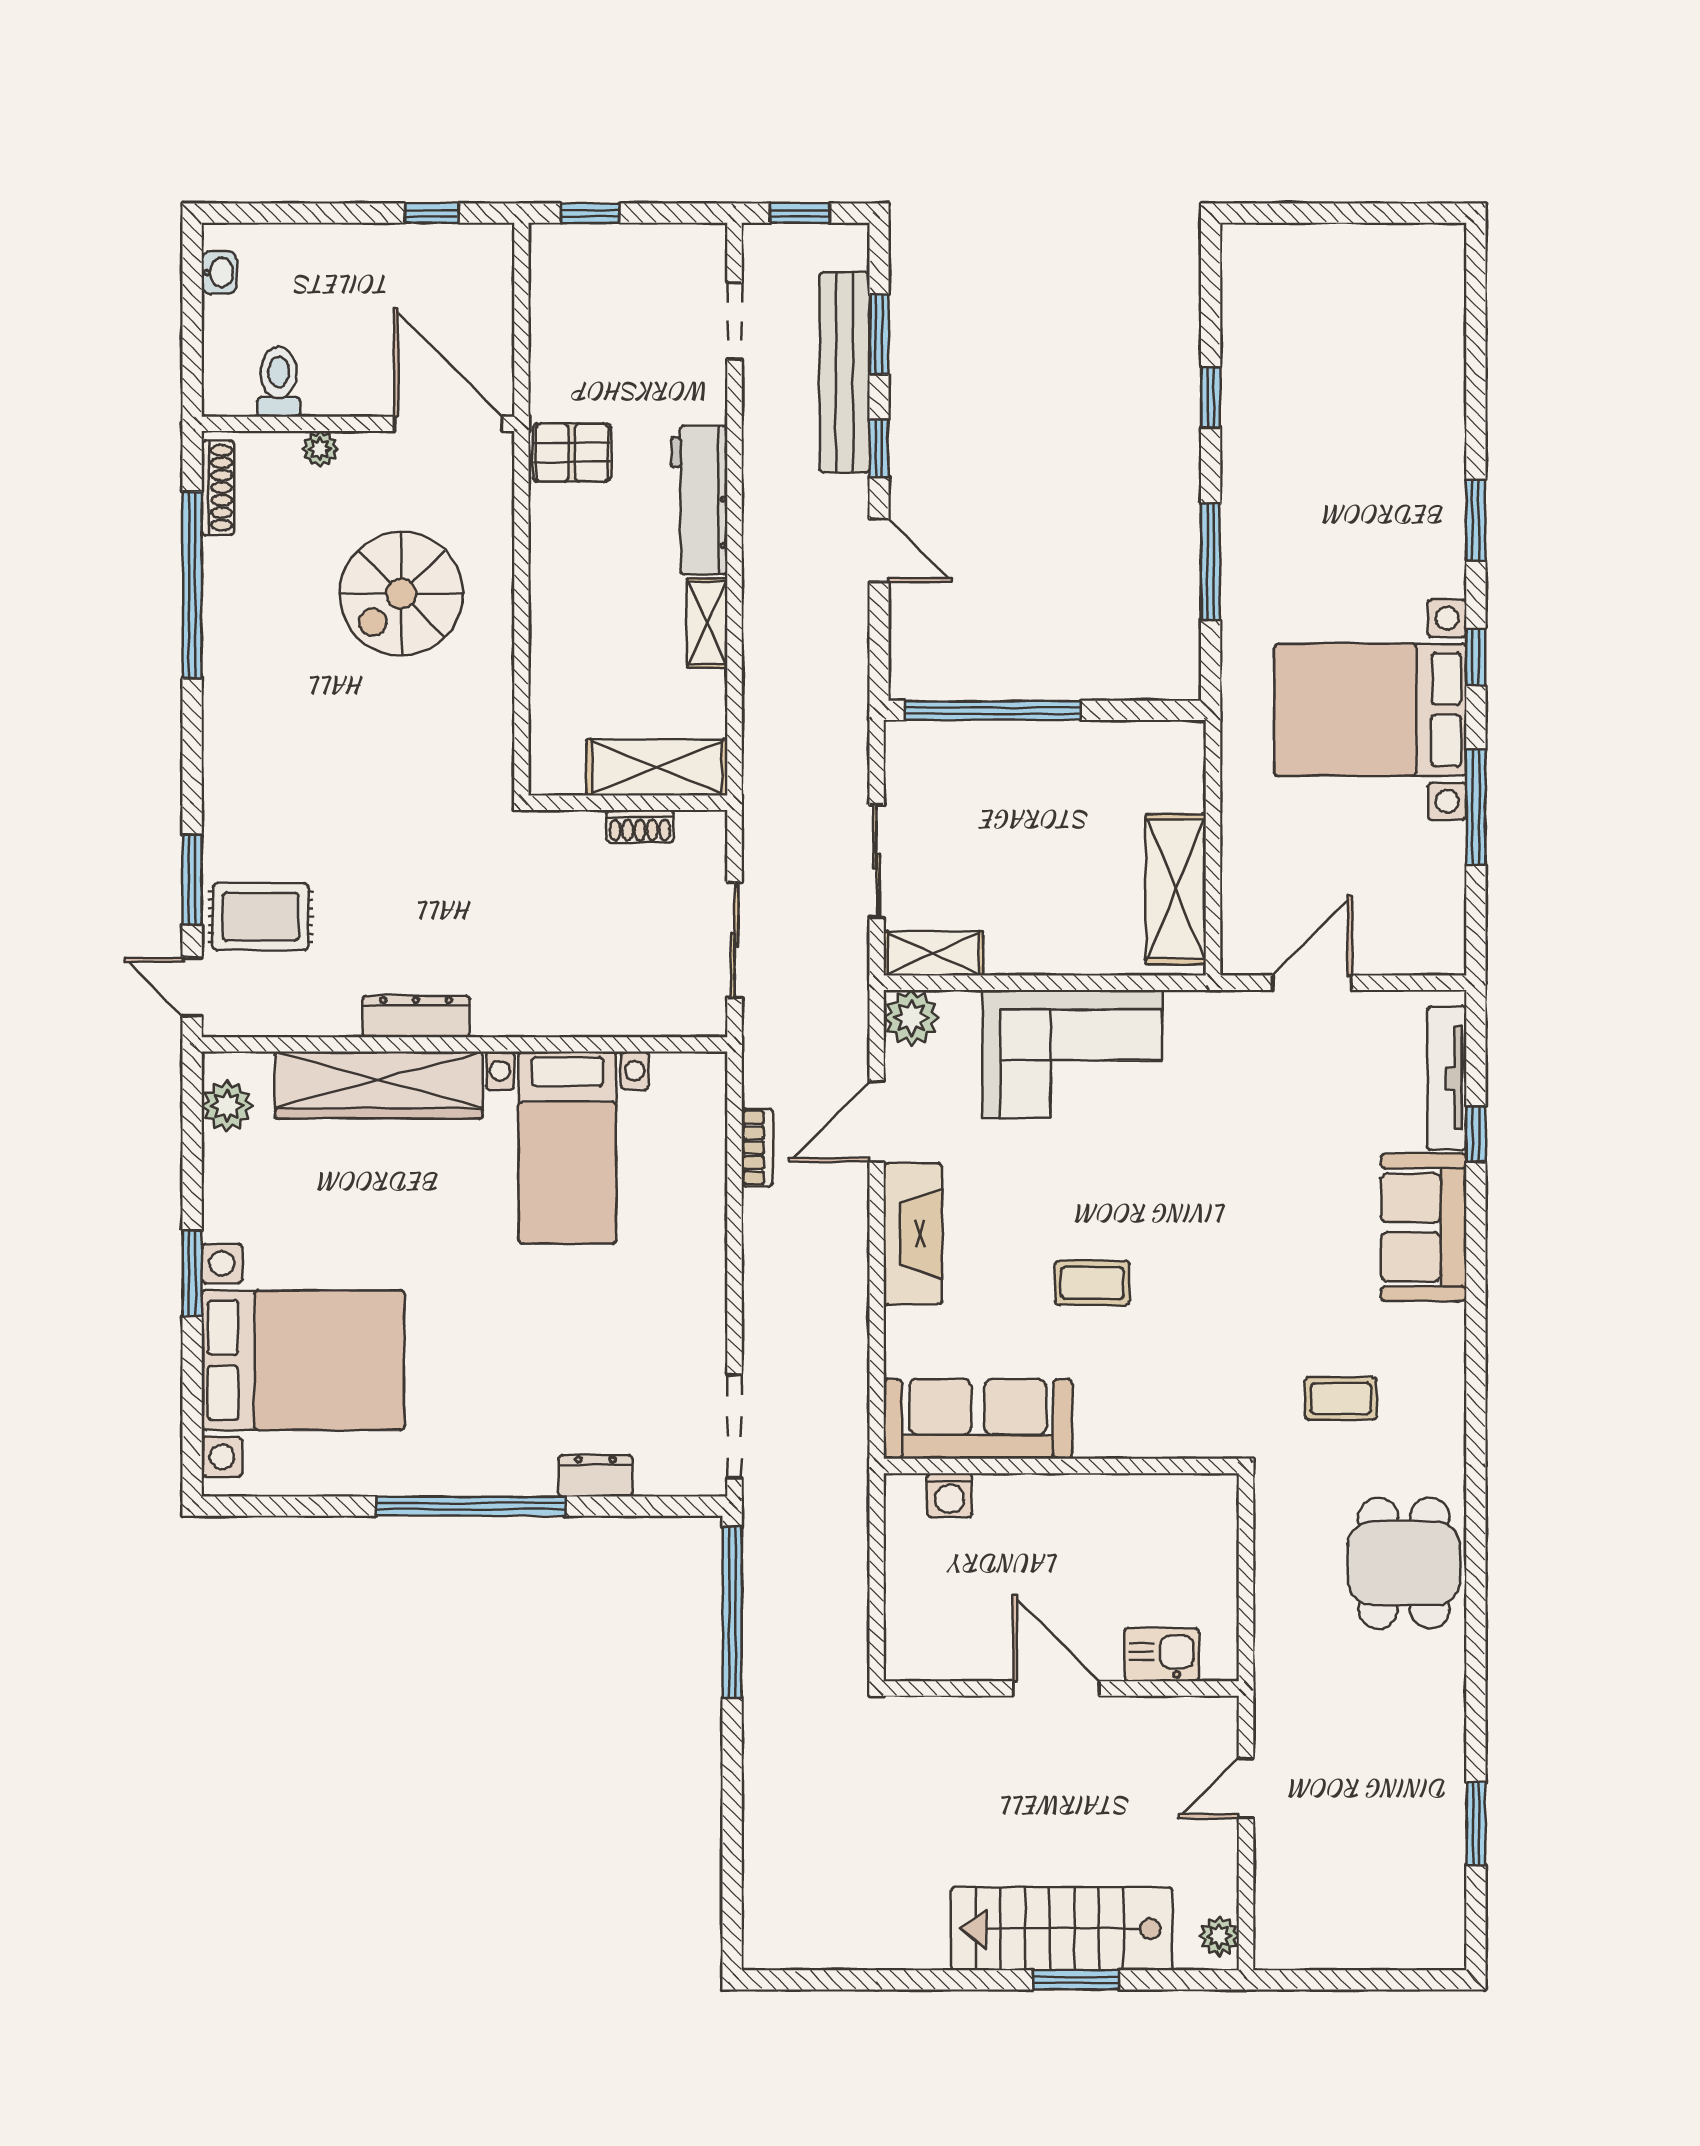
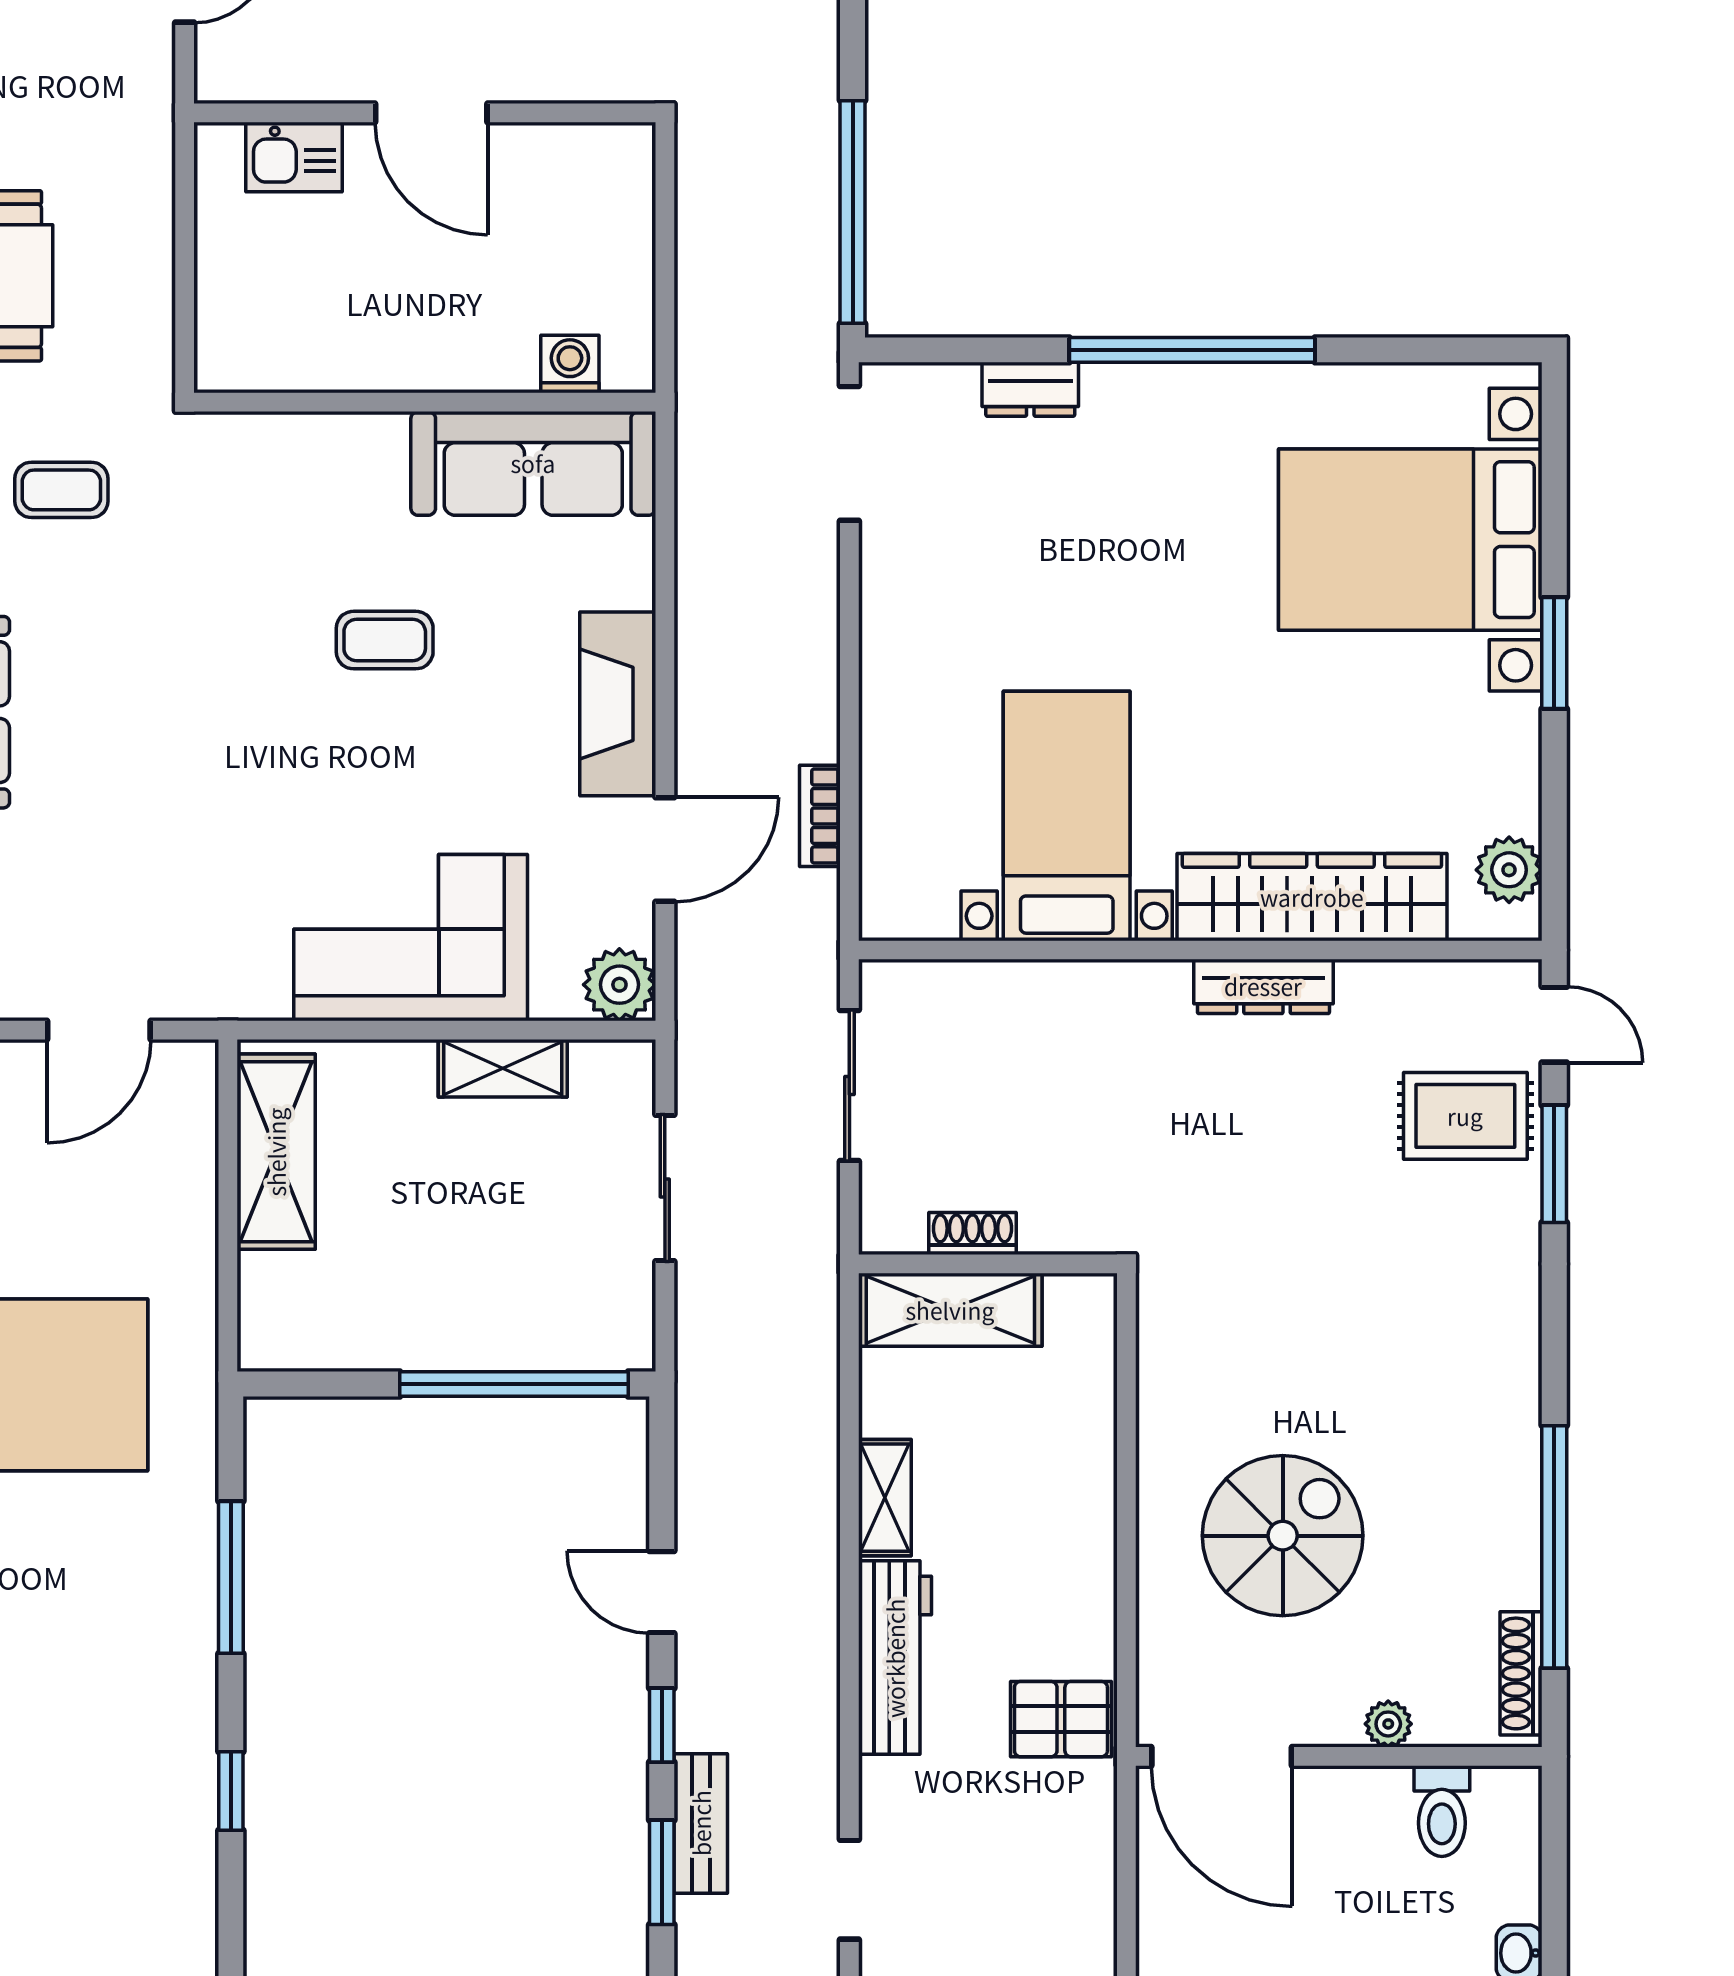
bench: (845, 372) -> (701, 1823), width x0.54, depth x0.82
shelving: (933, 953) -> (503, 1068), moved

